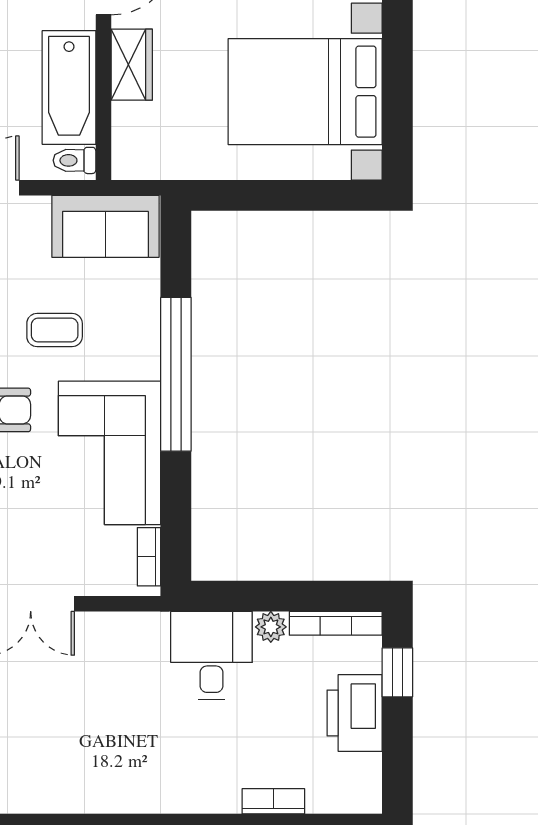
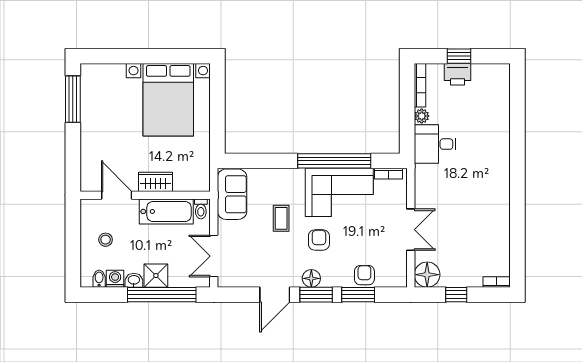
window: (176, 374) -> (334, 161), moved
window: (397, 672) -> (459, 56), moved
printer: (355, 713) -> (457, 74), width x0.73, depth x0.84
bookcase: (273, 801) -> (504, 115), removed

